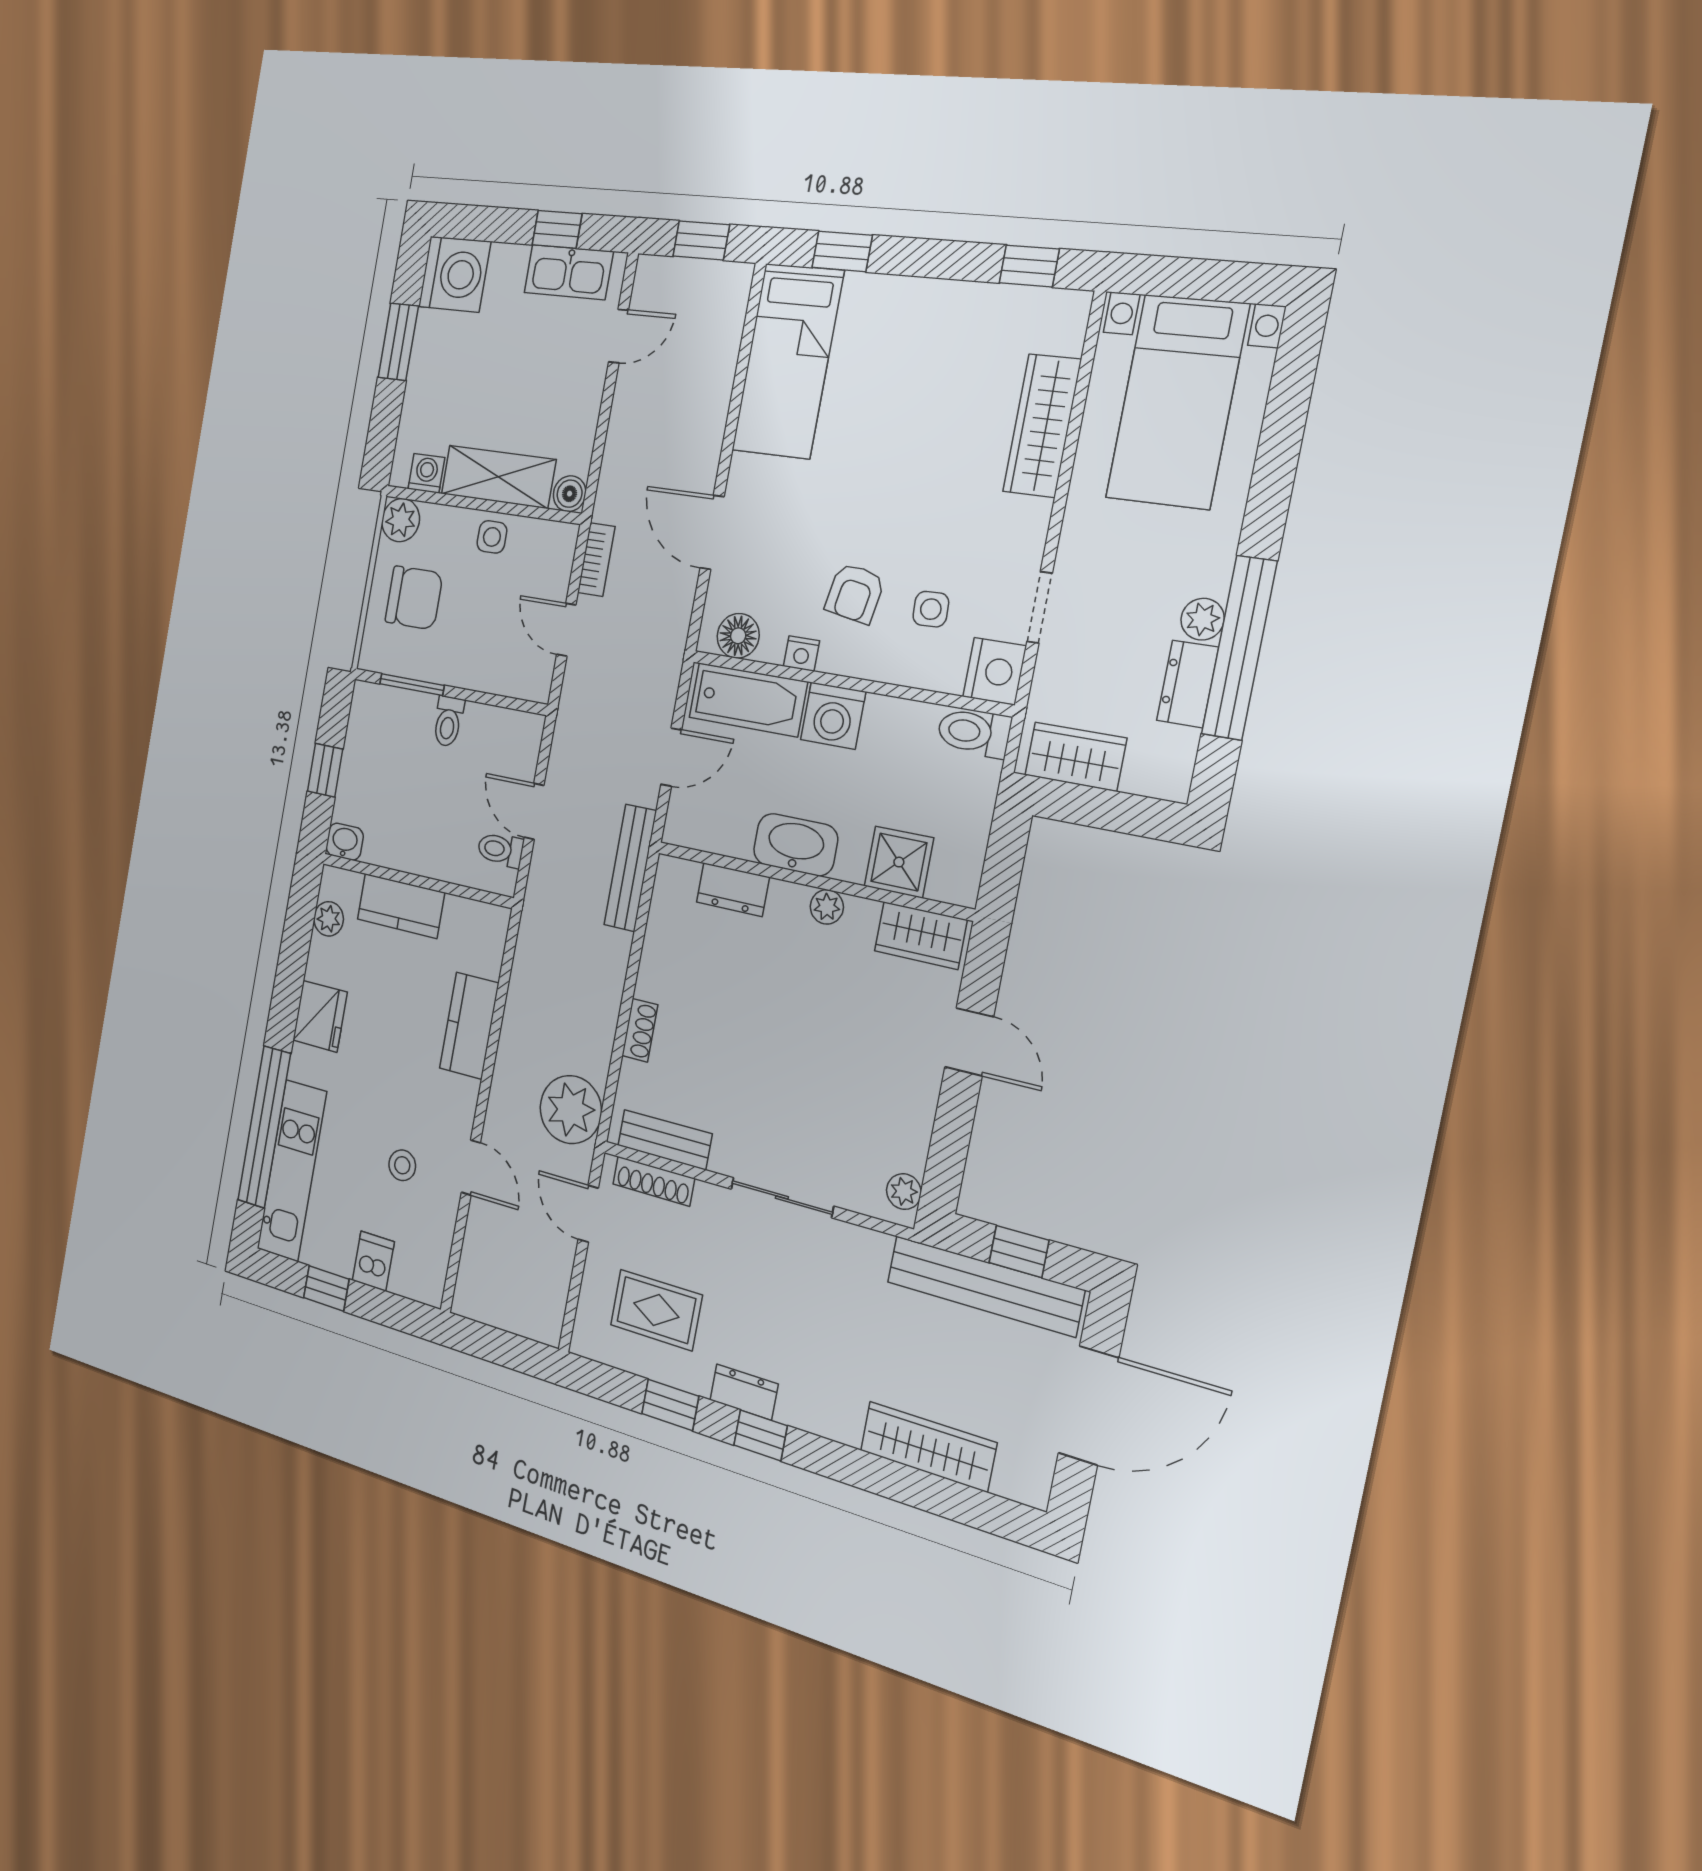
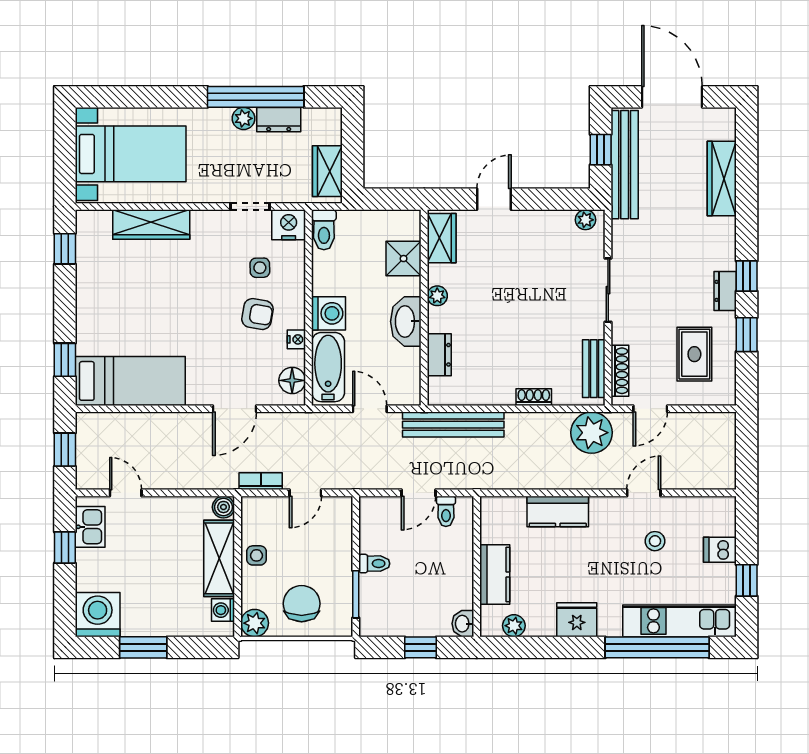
kitchen sink: (568, 272) -> (90, 527), width x0.73
bench: (630, 868) -> (453, 425), width x1.37, depth x1.21

